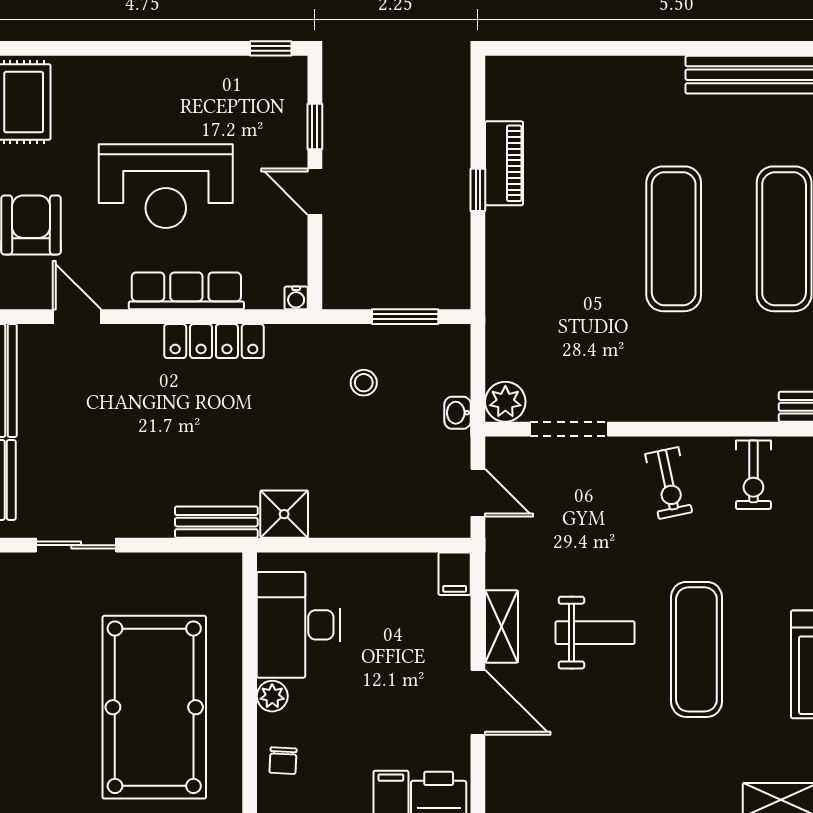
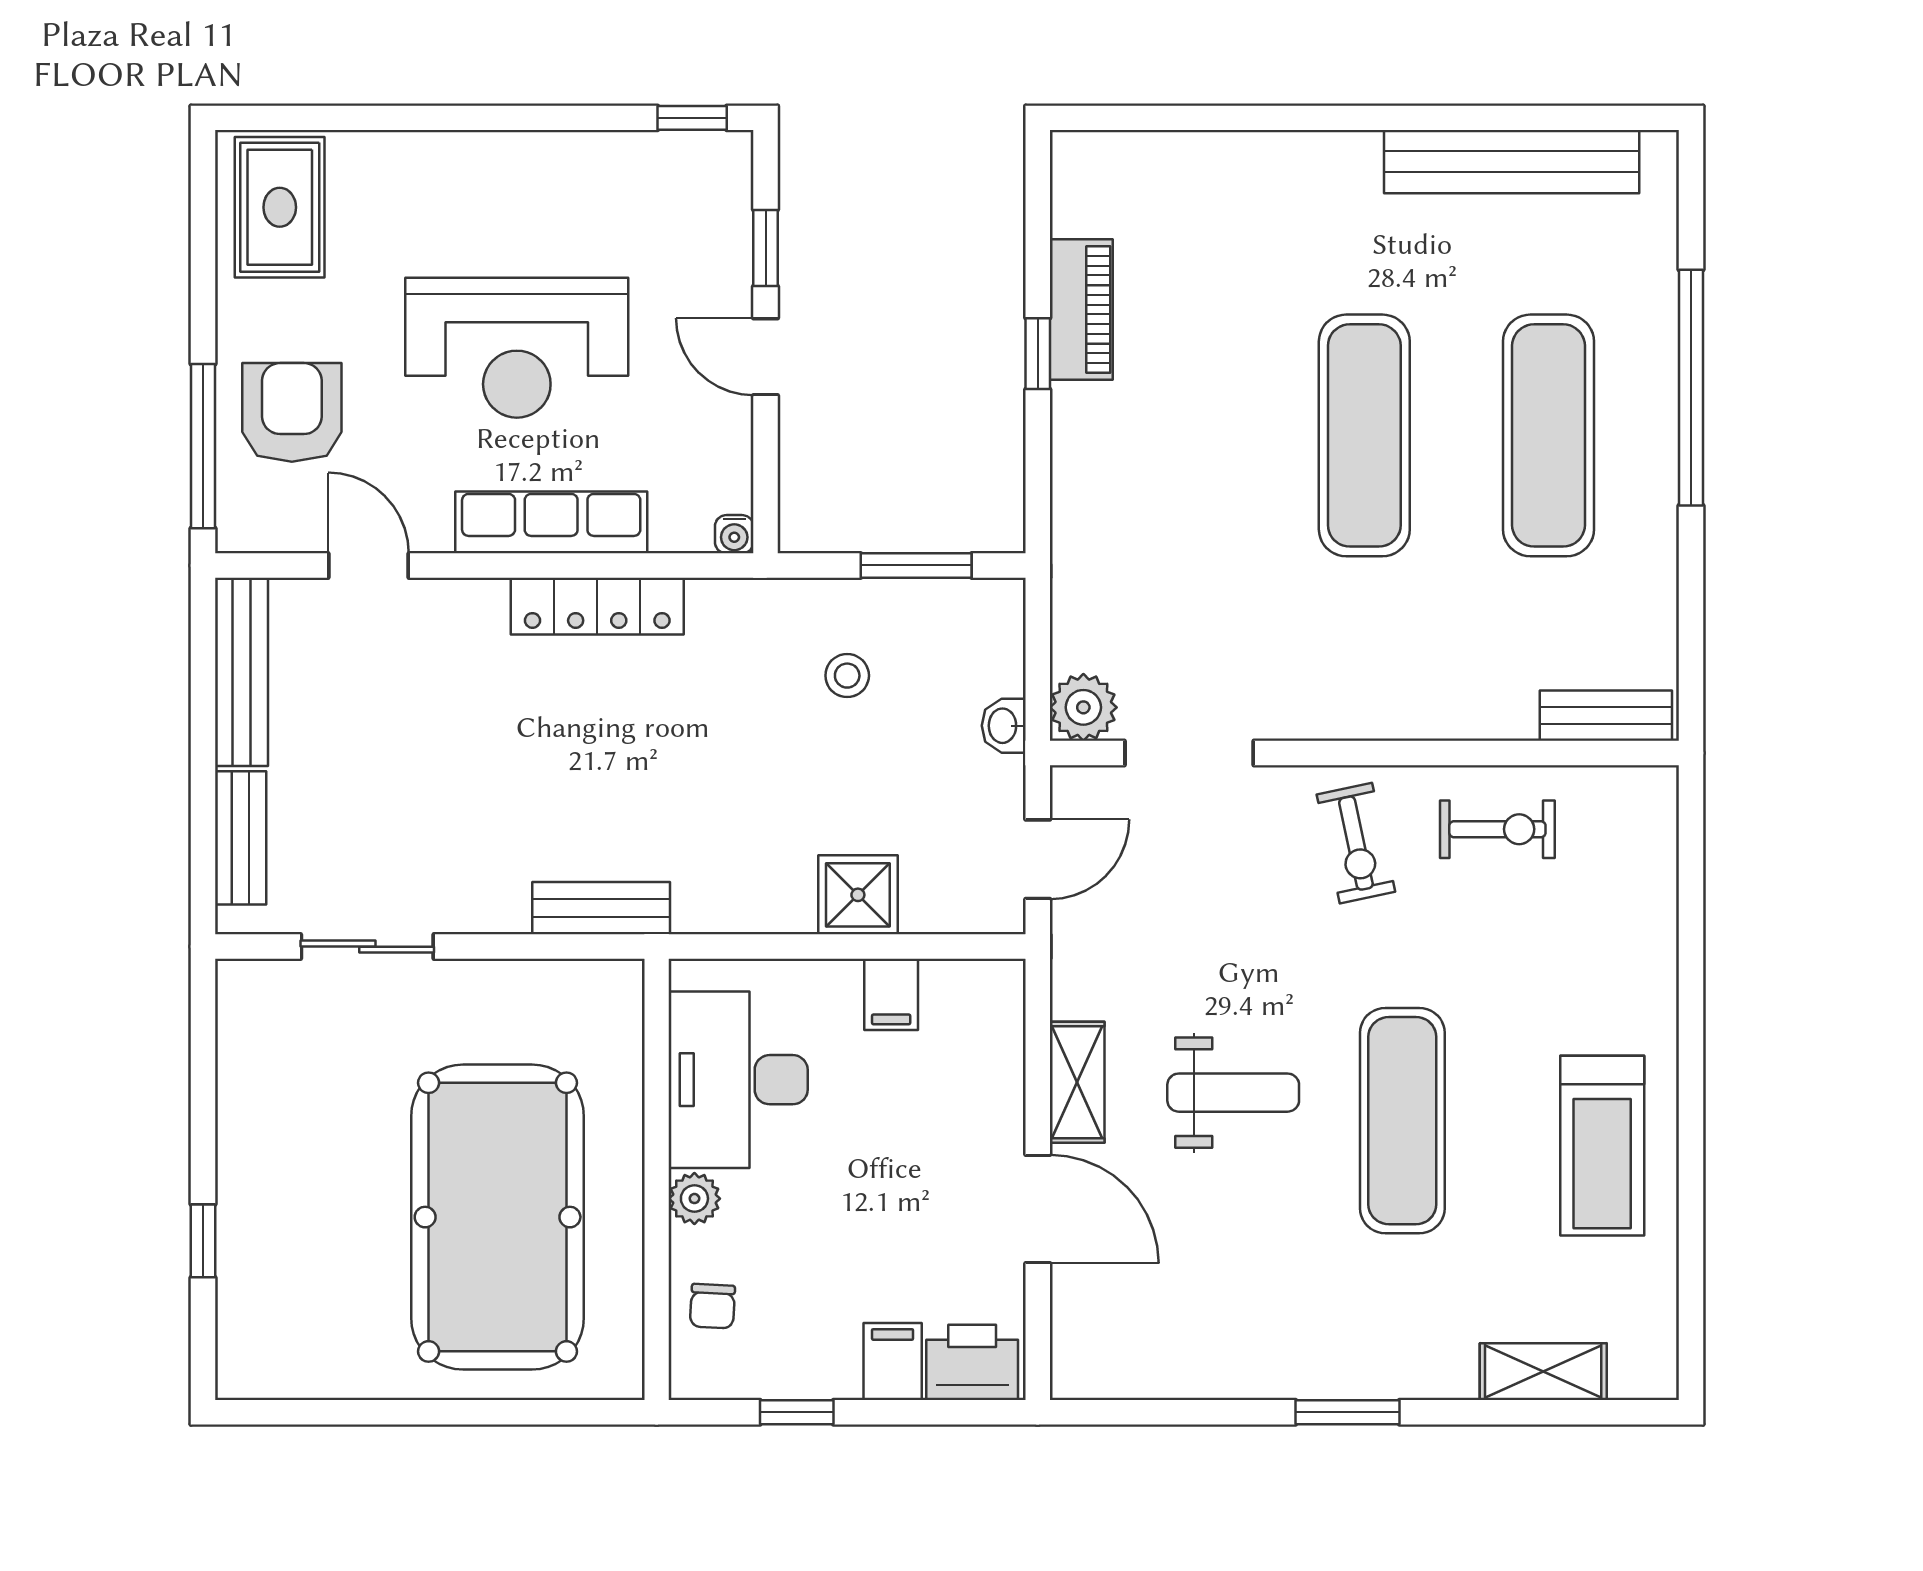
exercise bike: (753, 475) -> (1497, 829), turned -90
door: (478, 493) -> (1038, 859), hinge flipped
shower: (284, 514) -> (858, 895), moved
filing cabinet: (455, 574) -> (891, 994), moved

